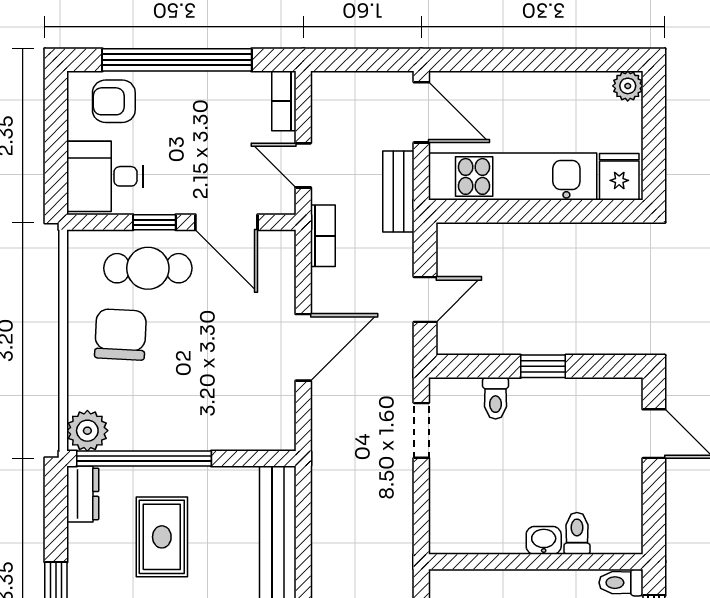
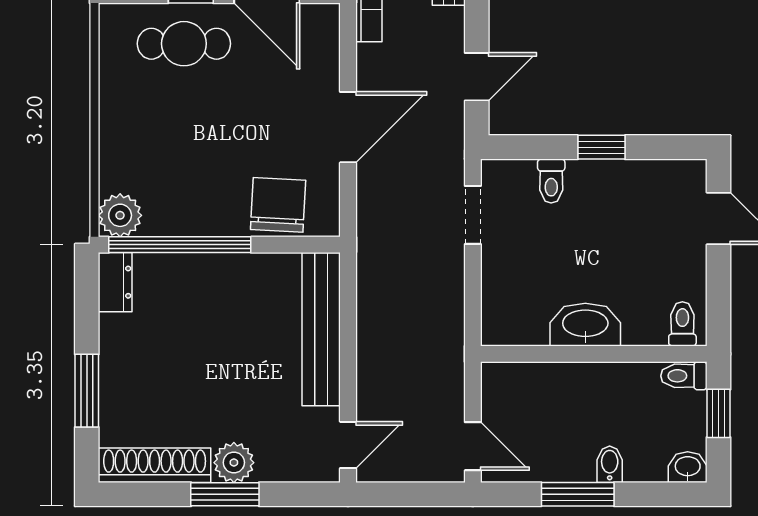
chair: (120, 334) -> (278, 205), moved
toilet: (577, 533) -> (682, 324), moved
rug: (162, 537) -> (199, 328), removed
washbasin: (544, 540) -> (585, 325), width x1.91, depth x1.45

